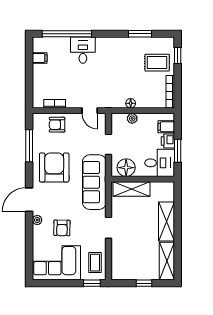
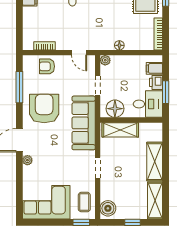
plant: (132, 118) -> (105, 60), moved
armchair: (62, 228) -> (52, 168), removed
boiler: (119, 269) -> (108, 208), added

